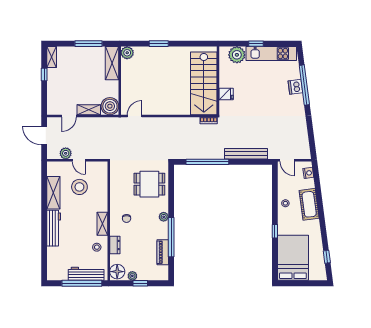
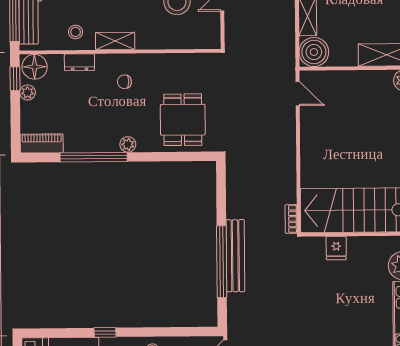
bench: (246, 154) -> (235, 256), moved
window: (207, 162) -> (222, 262), moved
piano: (163, 252) -> (42, 143), moved
window: (140, 283) -> (15, 79), moved

